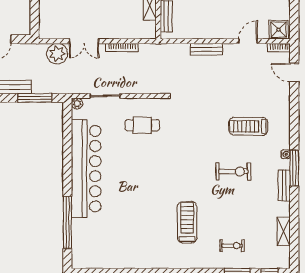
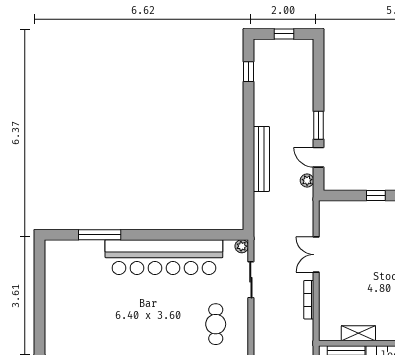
plant: (57, 54) -> (307, 181), moved, width x0.53, depth x0.53
window: (35, 98) -> (248, 196), removed
window: (67, 222) -> (100, 235), width x0.68

